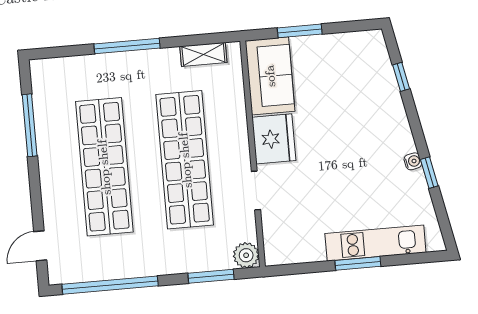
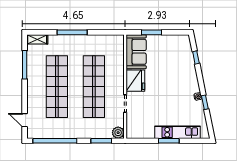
shelving: (203, 54) -> (37, 39), moved
door: (40, 246) -> (25, 120), hinge flipped

